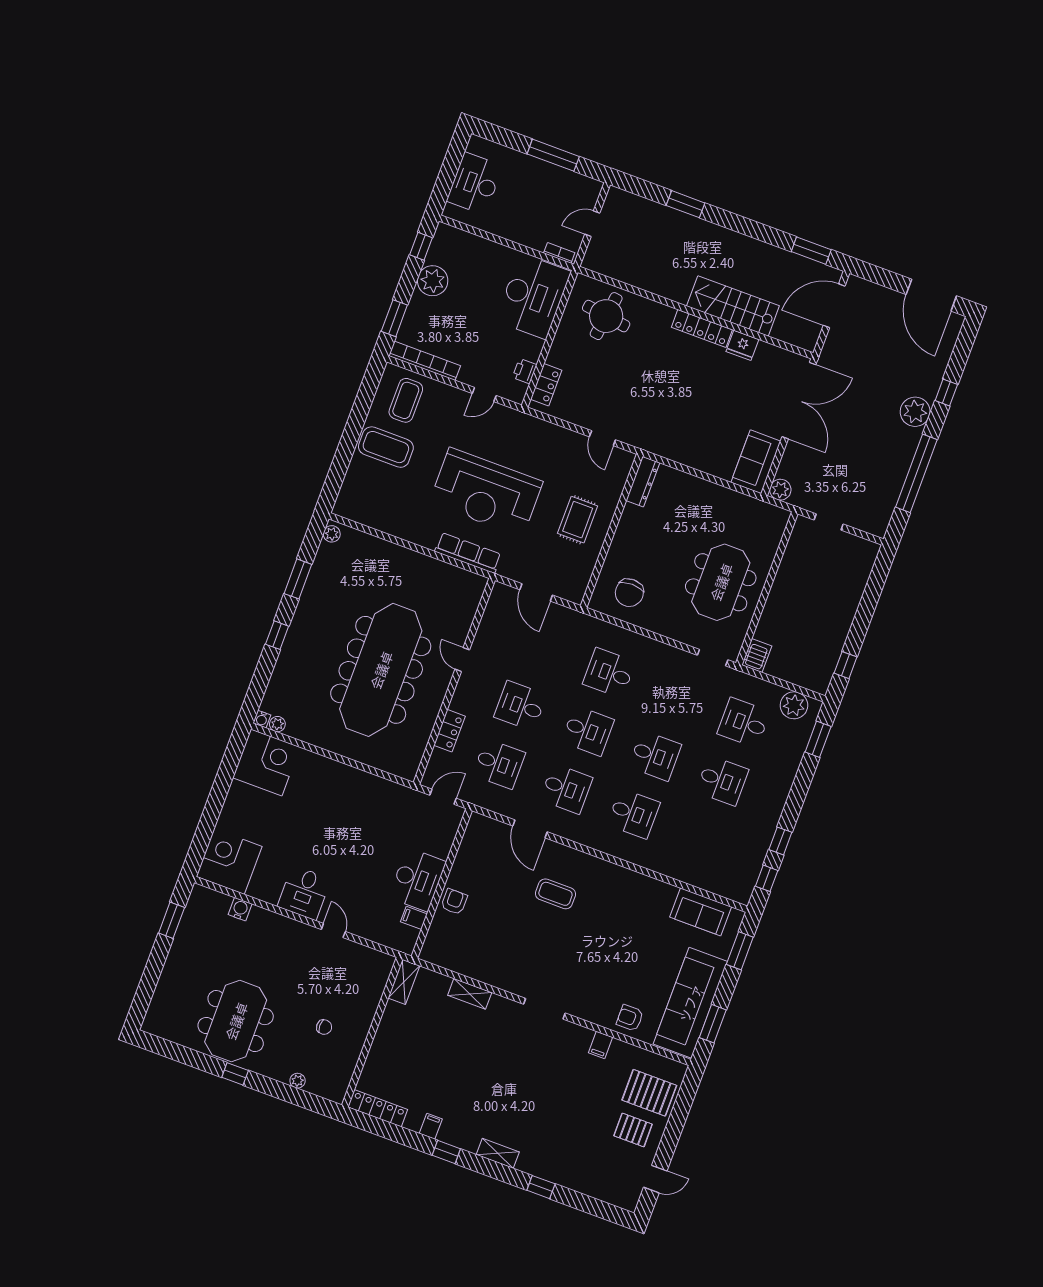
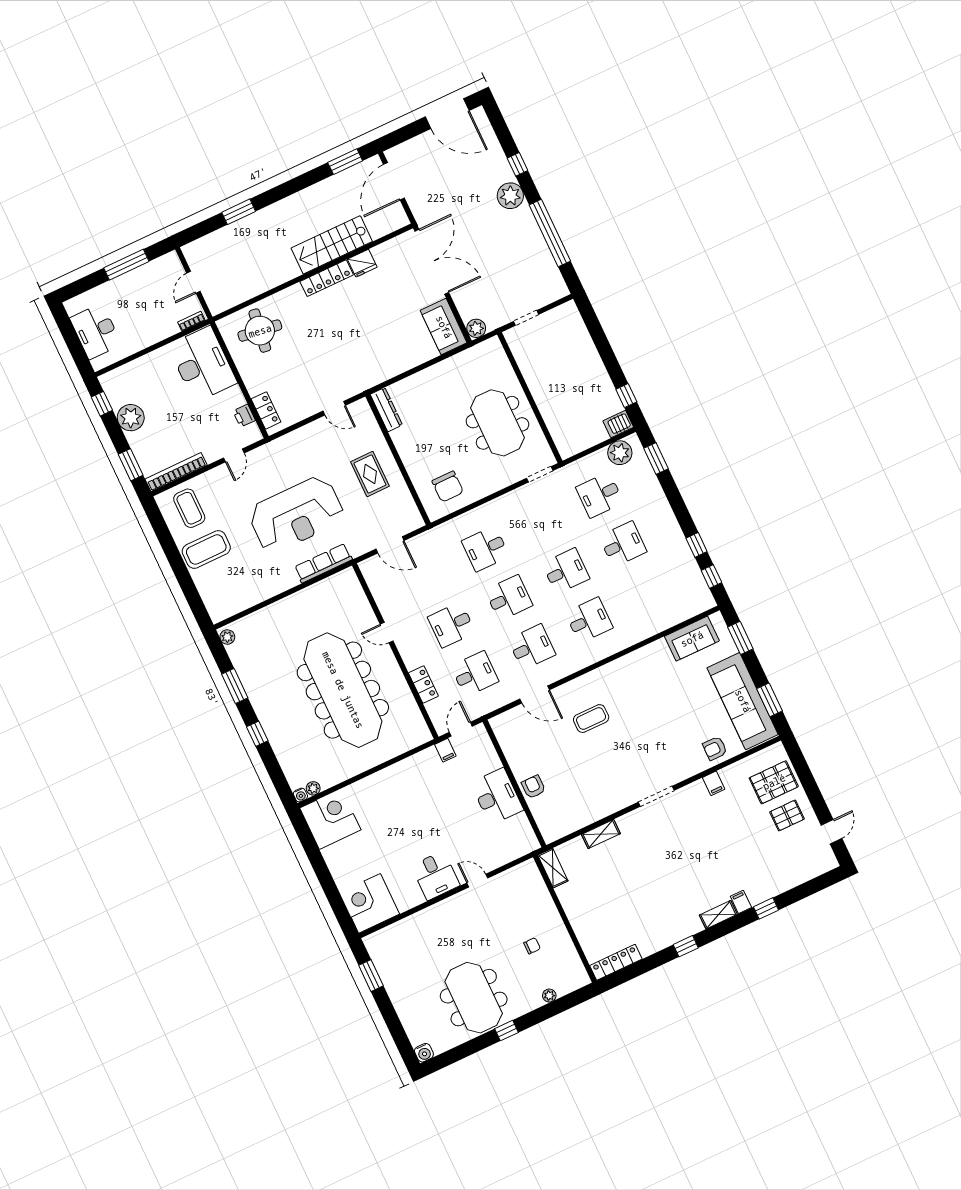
server rack: (757, 656) -> (618, 424), moved, turned -90
water cooler: (240, 909) -> (424, 1053), moved, turned 180
filing cabinet: (414, 918) -> (445, 750), moved, turned -90
filing cabinet: (431, 1126) -> (741, 902), moved

